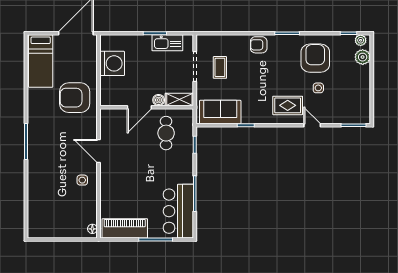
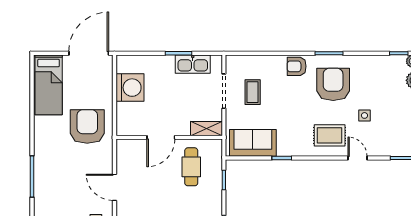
armchair: (315, 58) -> (333, 84), moved
armchair: (75, 98) -> (87, 126), turned 90
boiler: (159, 100) -> (183, 129), removed

